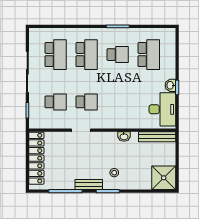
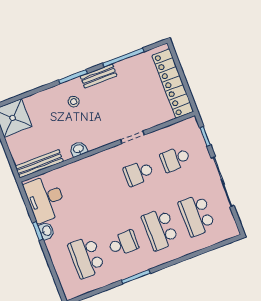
school desk: (118, 55) -> (123, 243), turned 180

